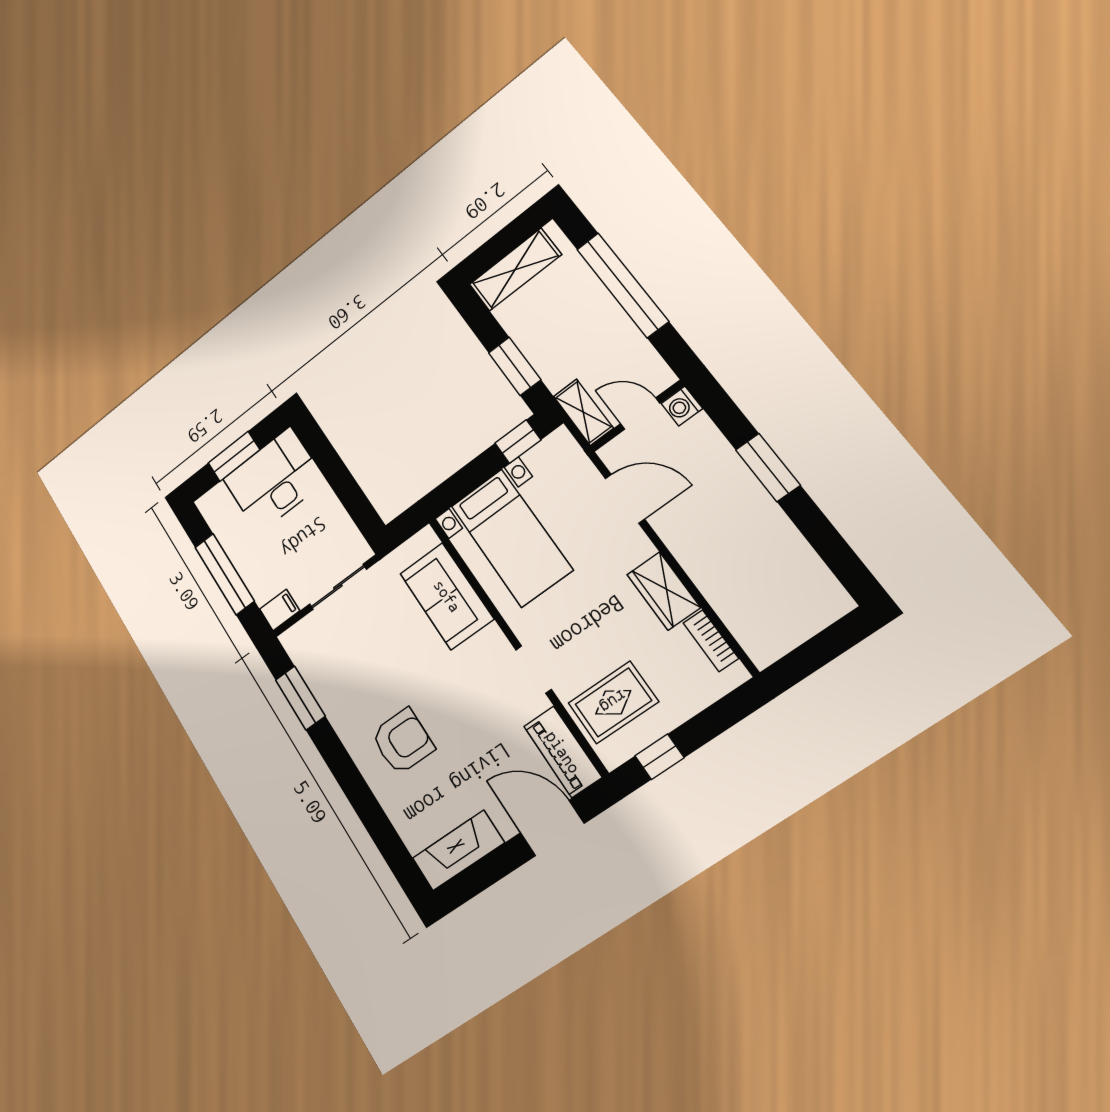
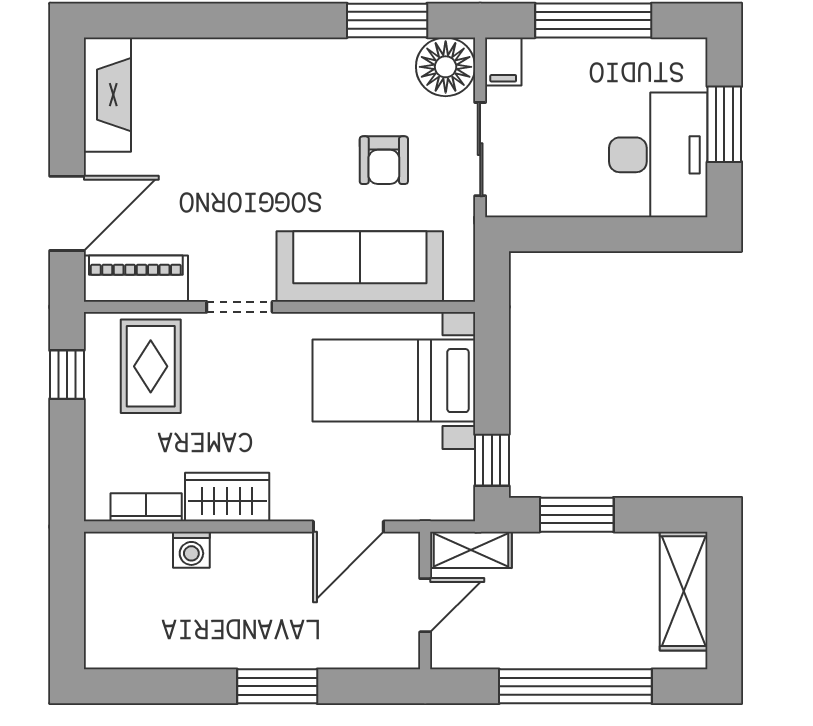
washing machine: (682, 406) -> (191, 550), moved, turned 180
sofa: (447, 596) -> (360, 266), width x1.36
floor lamp: (304, 643) -> (446, 67), added
armchair: (403, 741) -> (384, 160), moved, width x0.72, depth x0.72

